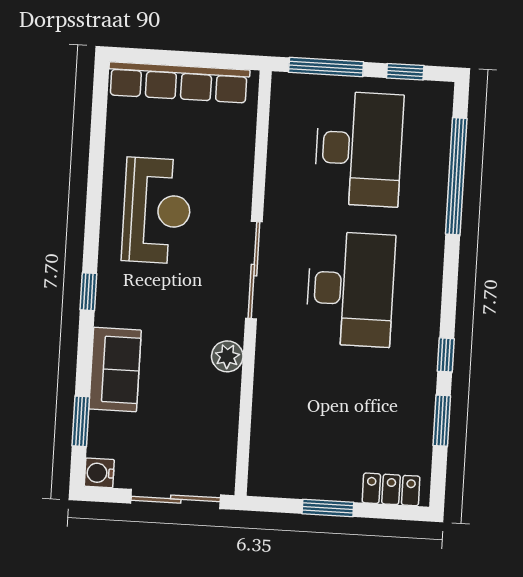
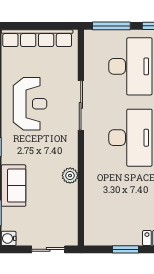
sliding door: (254, 270) -> (81, 105), moved
sliding door: (176, 499) -> (48, 249), width x0.73

